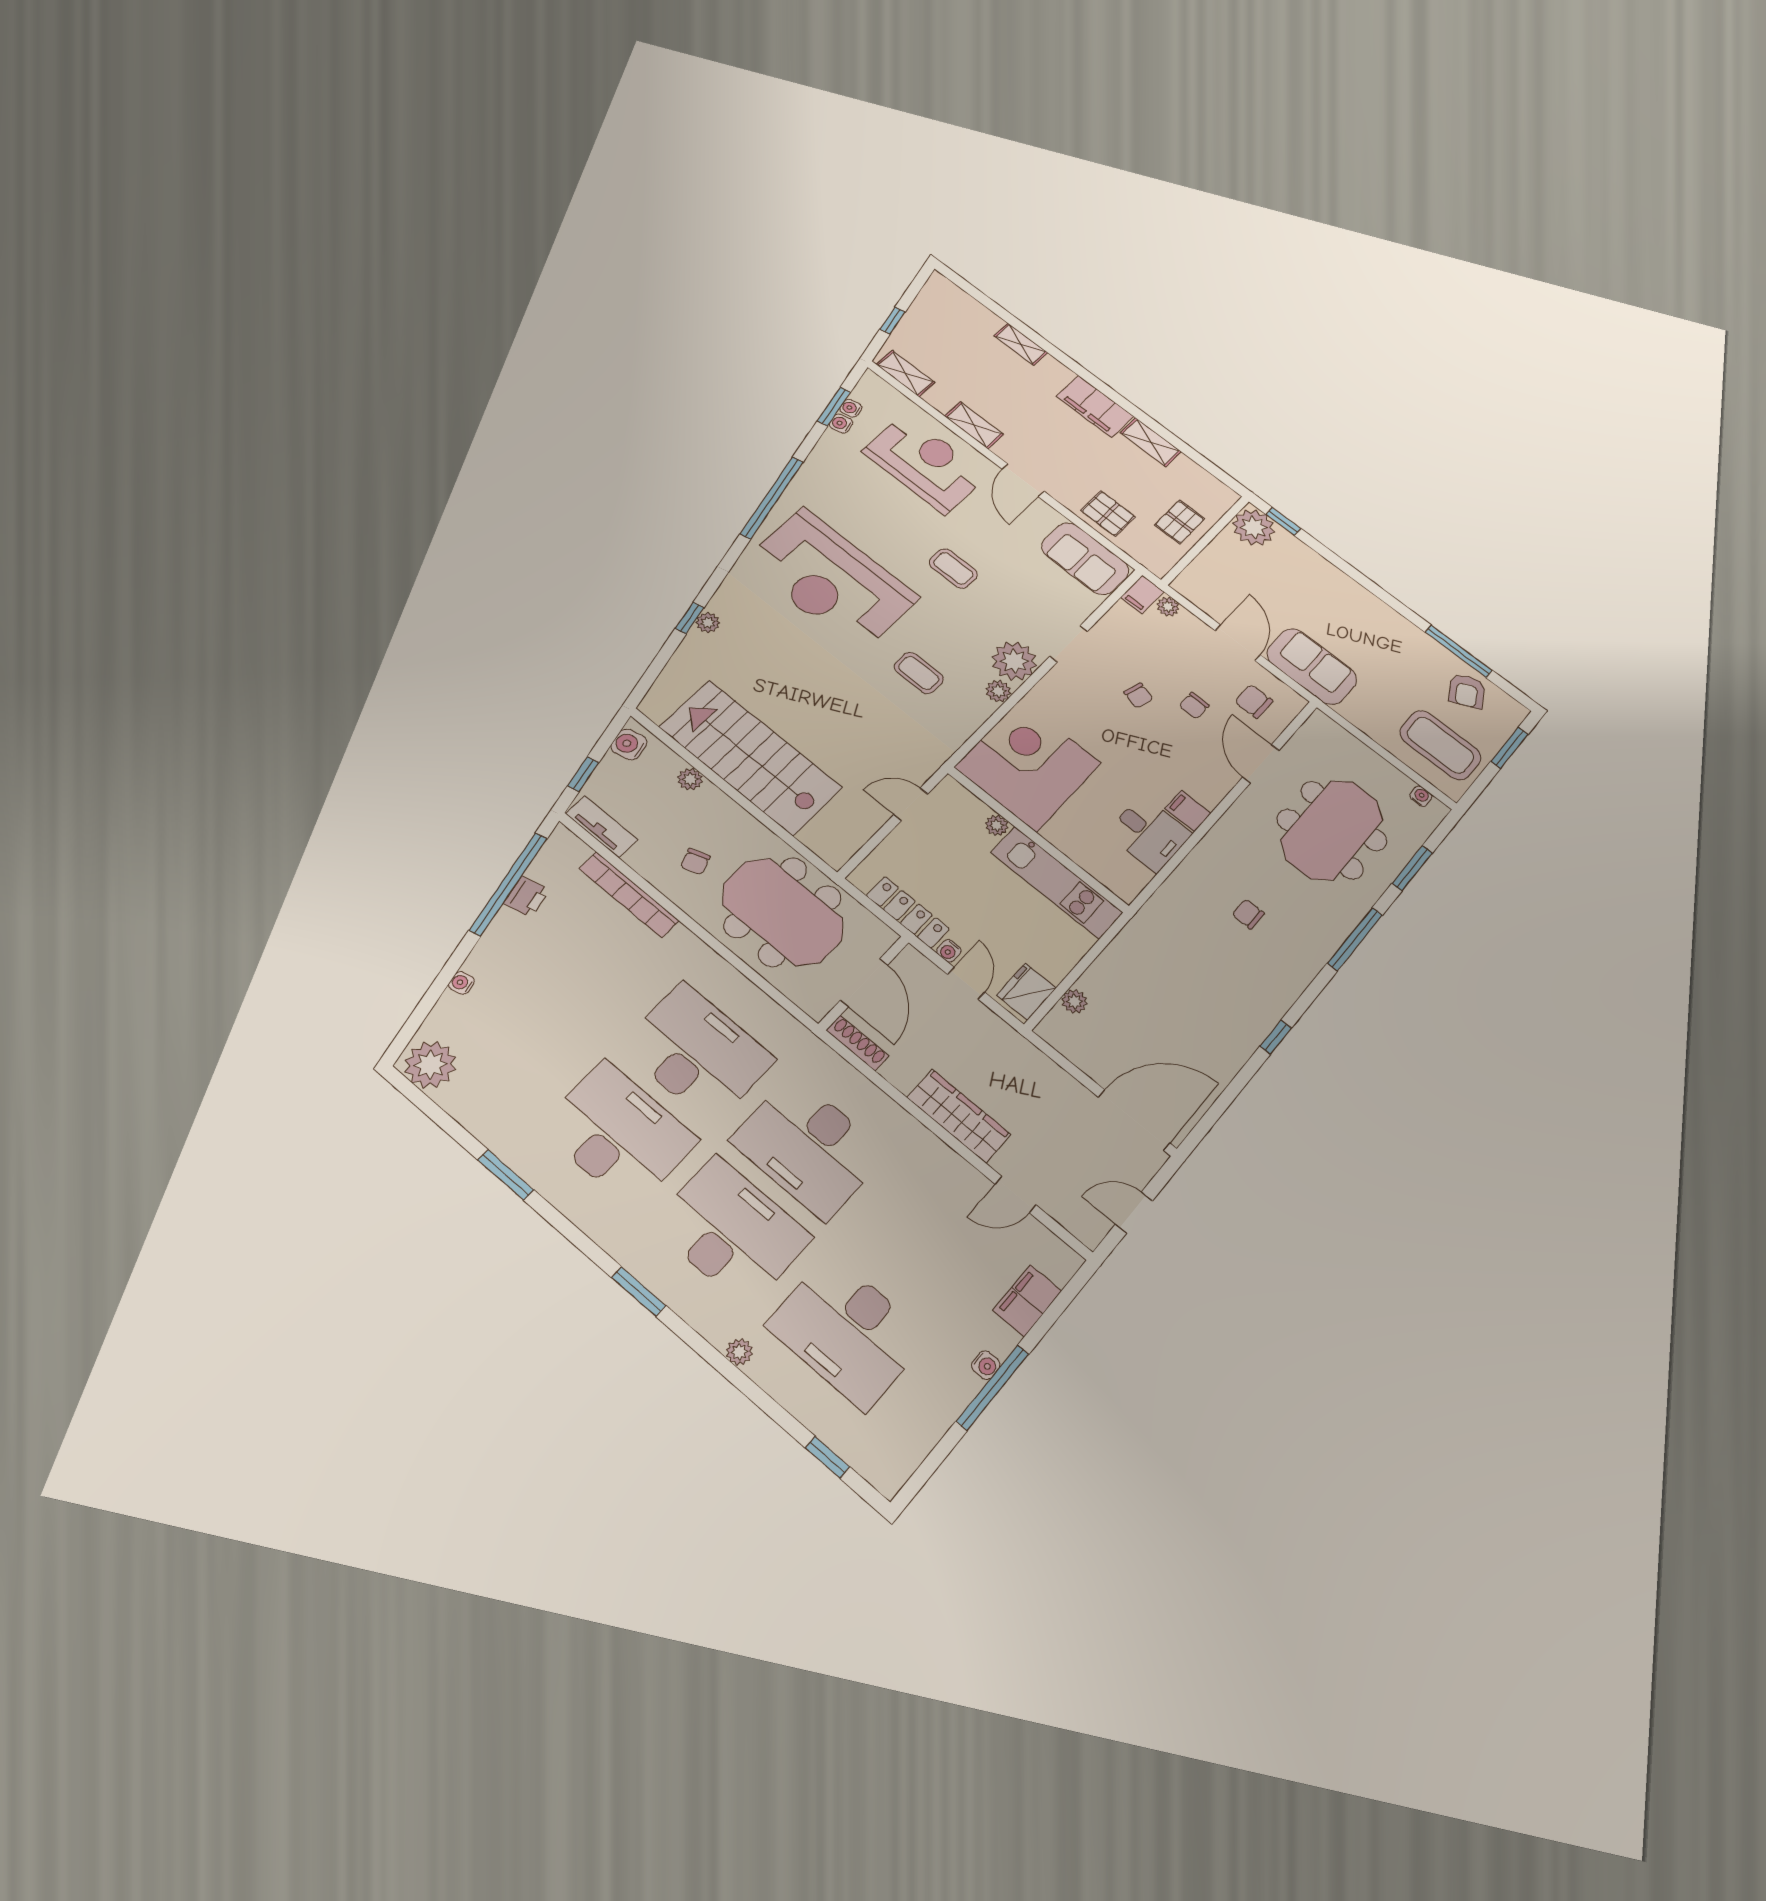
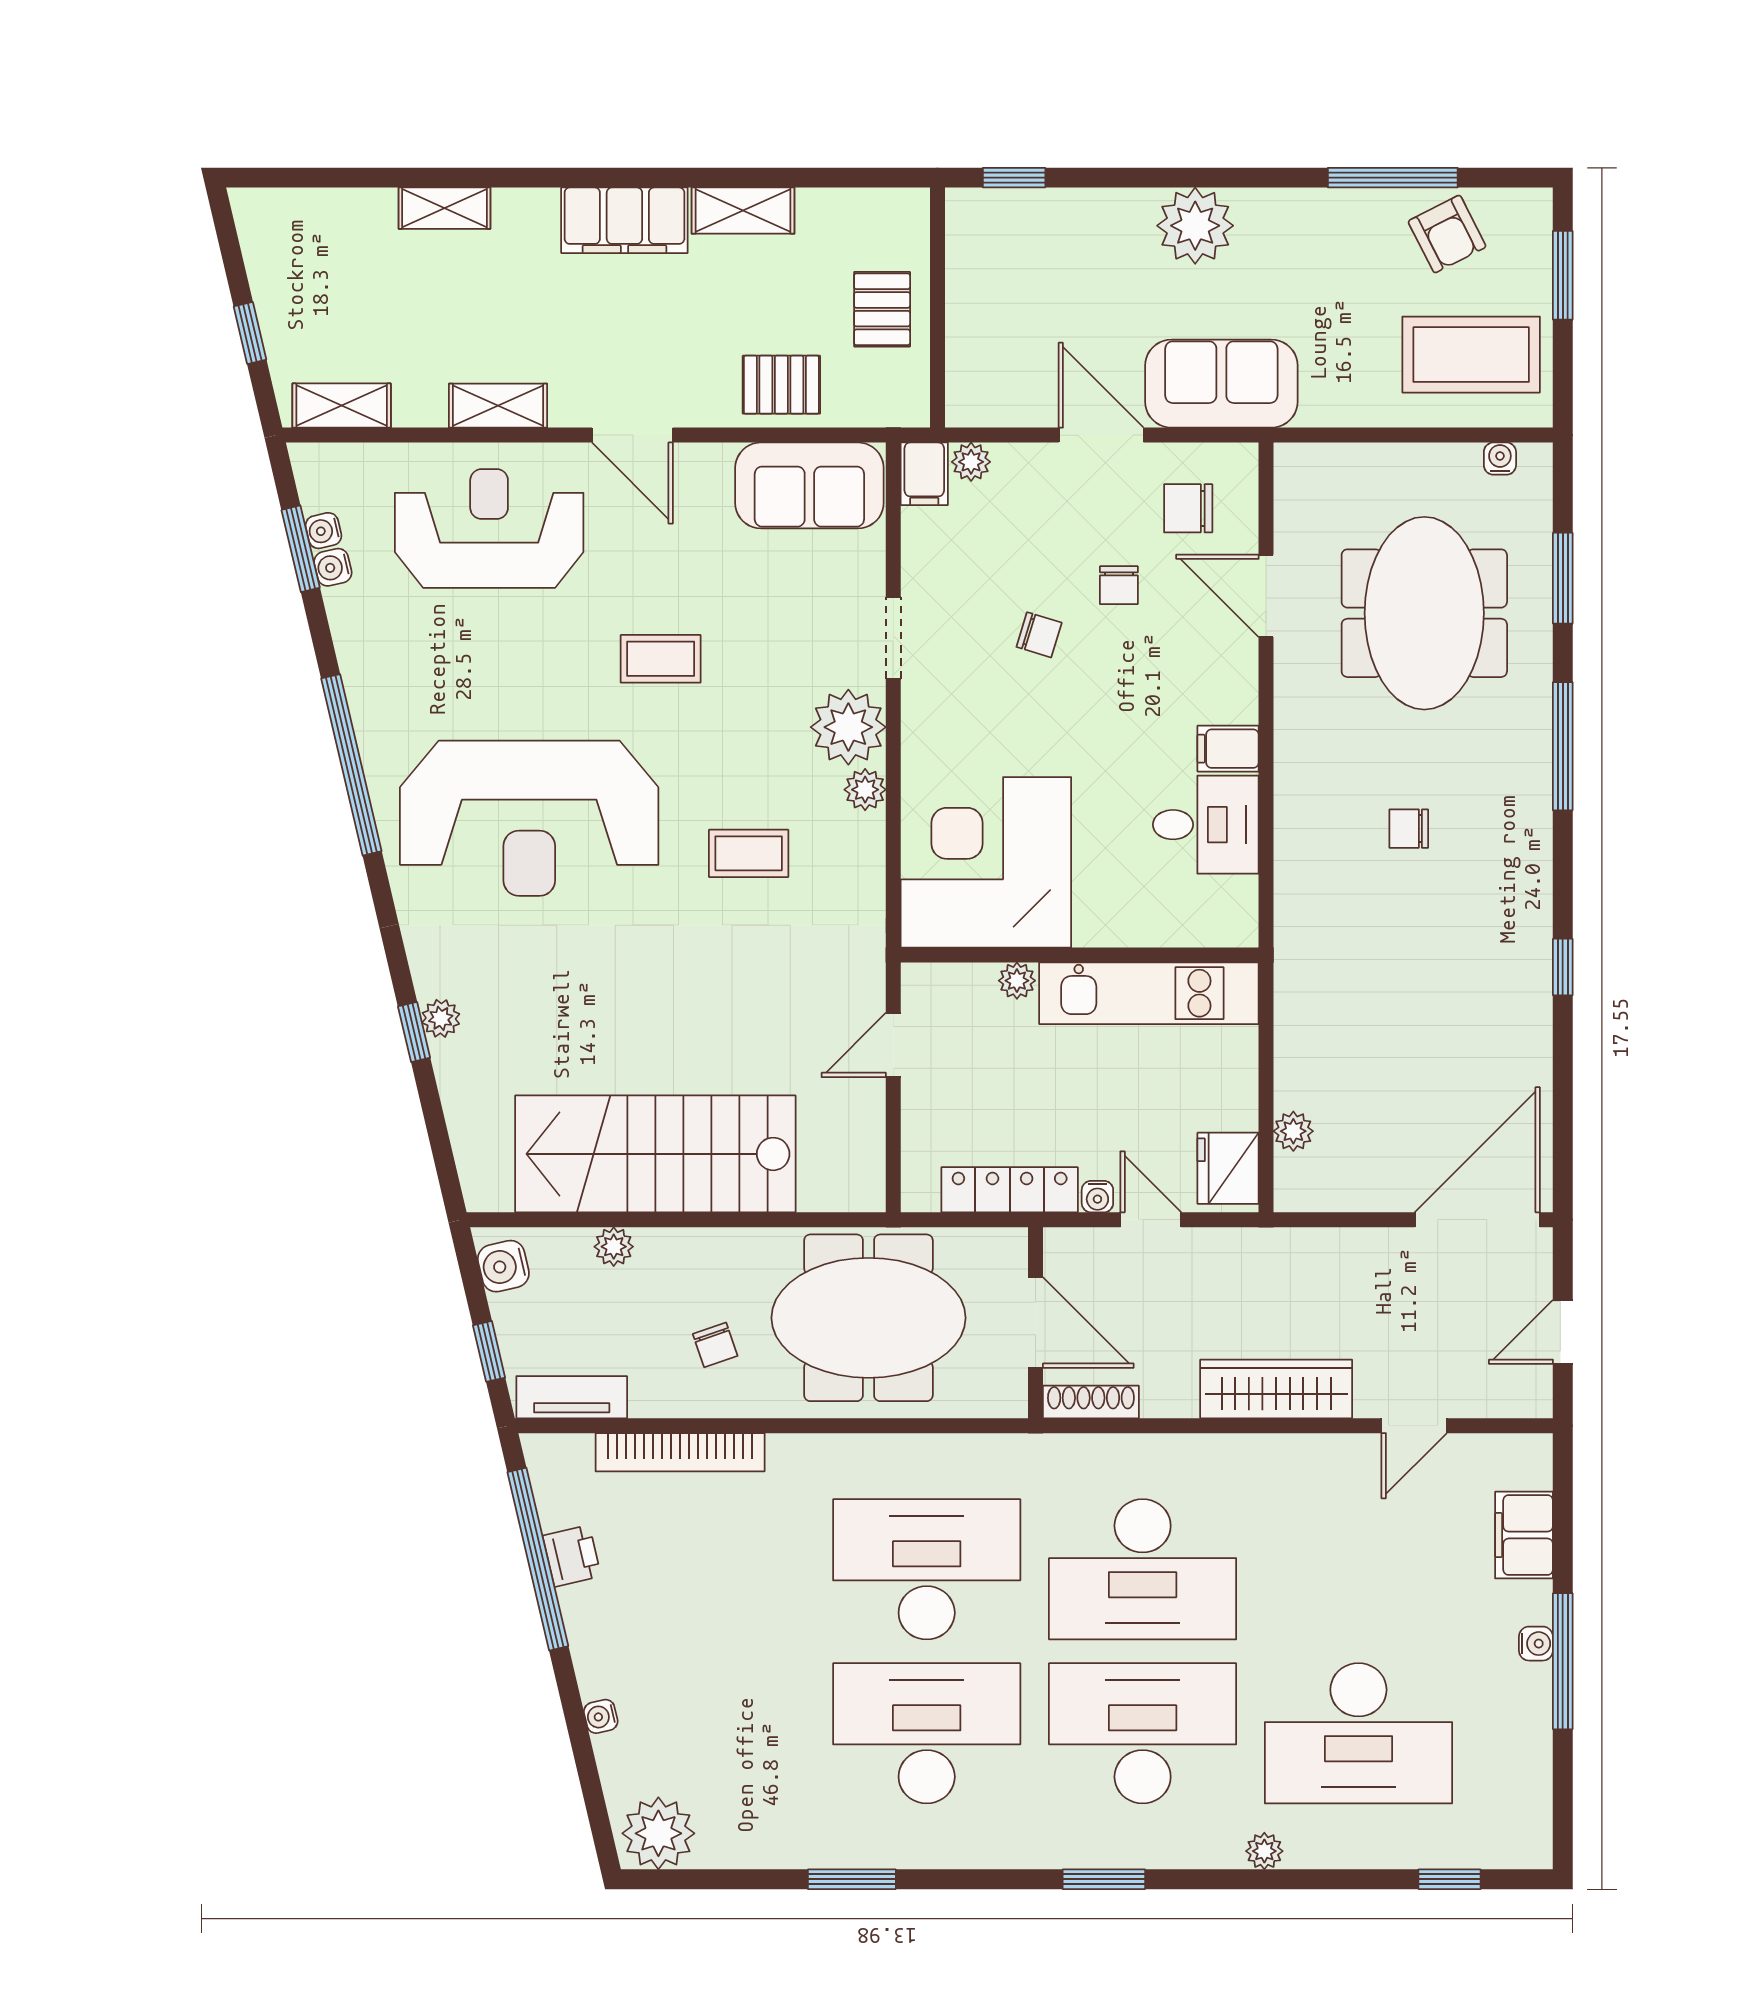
plant: (1254, 527) -> (1195, 226), moved

